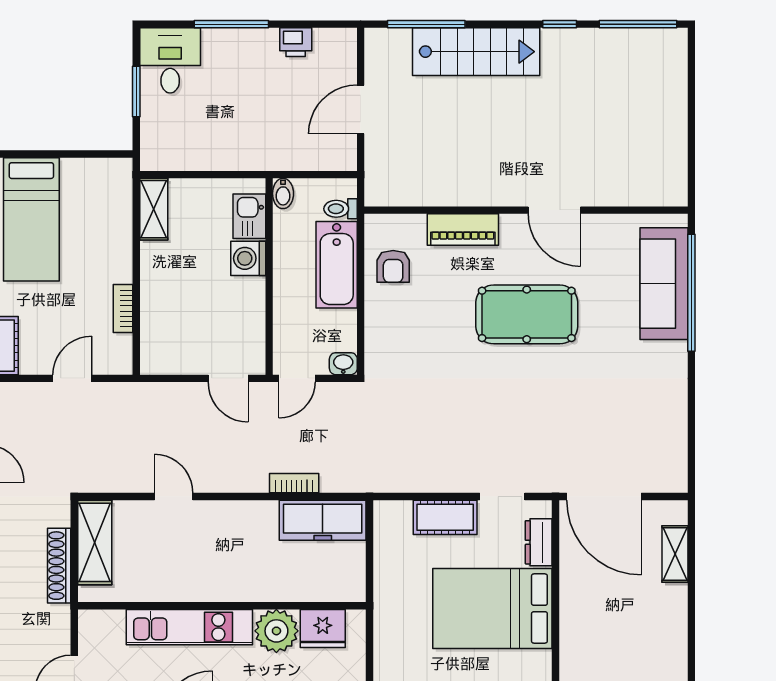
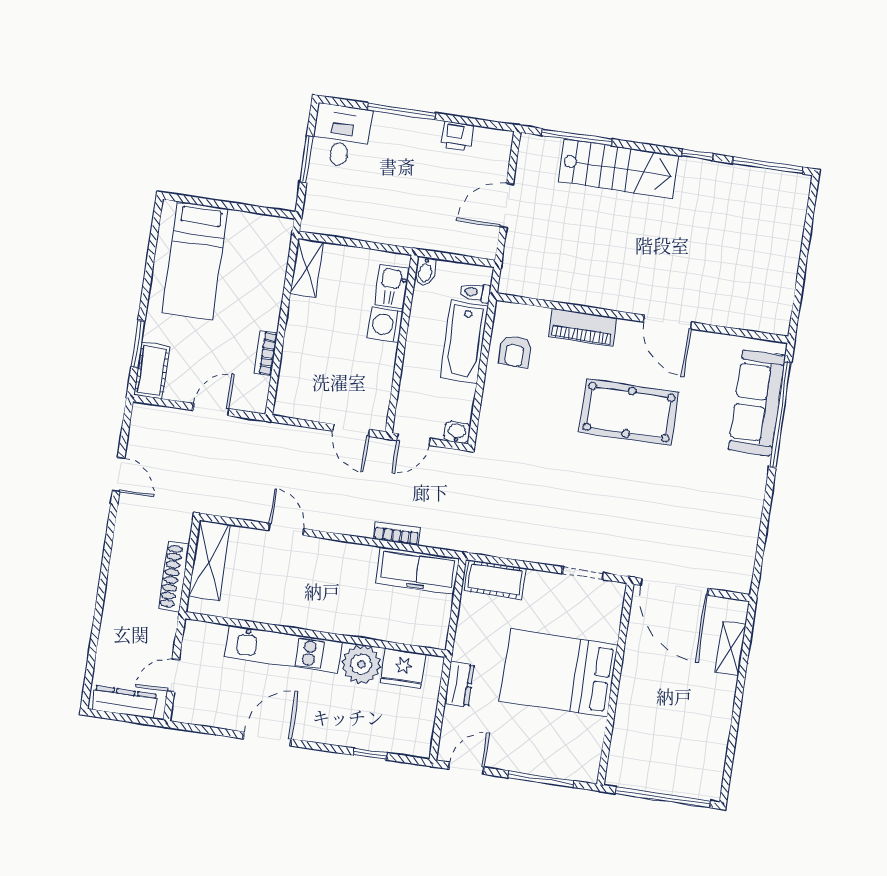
cot: (445, 517) -> (495, 580), moved
dresser: (539, 542) -> (460, 684), moved, turned 180

